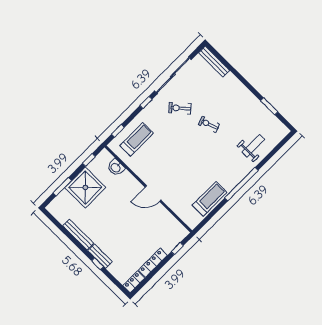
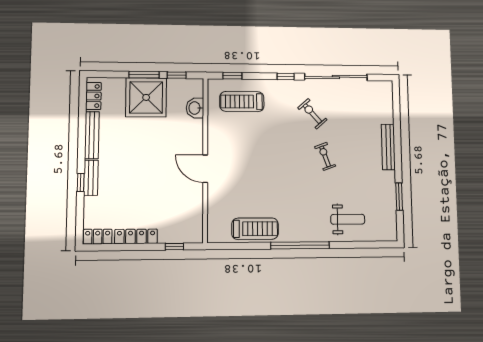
bench: (214, 62) -> (388, 147), moved
treadmill: (137, 139) -> (242, 102), turned 180
window: (62, 187) -> (144, 75), moved
locker: (58, 214) -> (93, 96), added

